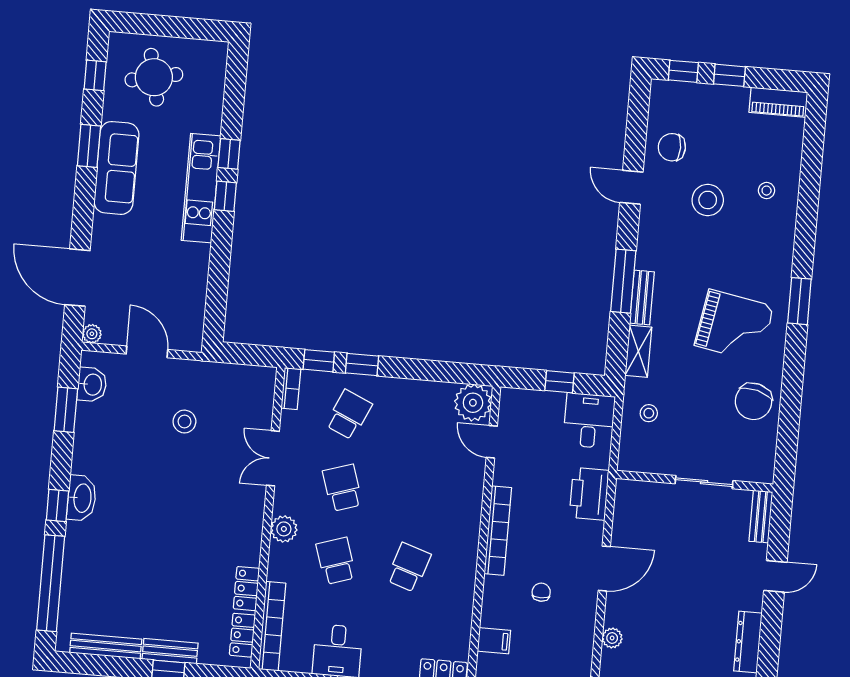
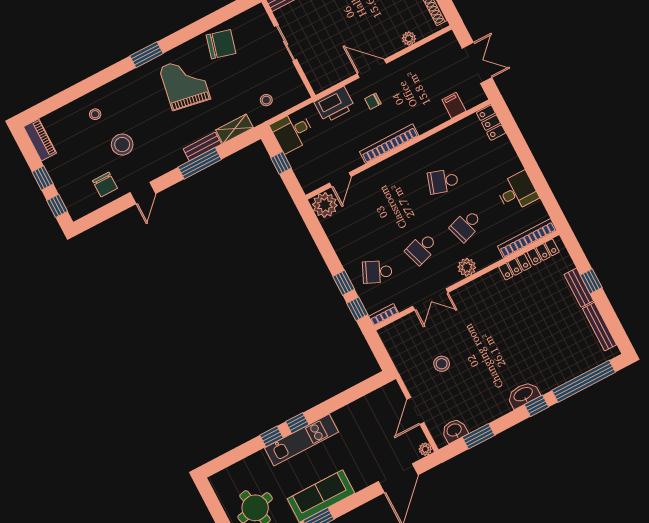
chair: (541, 592) -> (373, 101), moved

